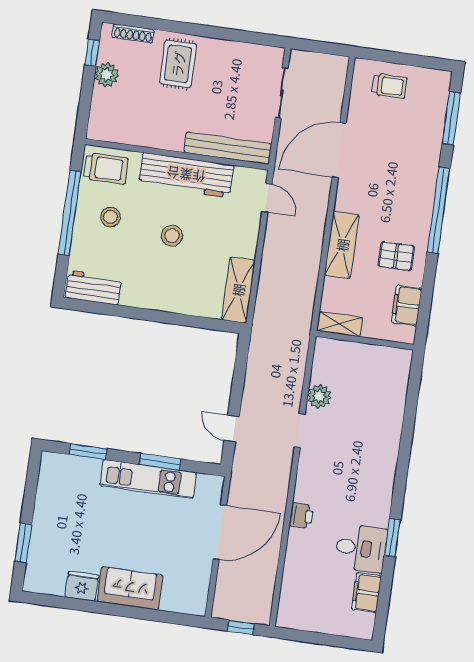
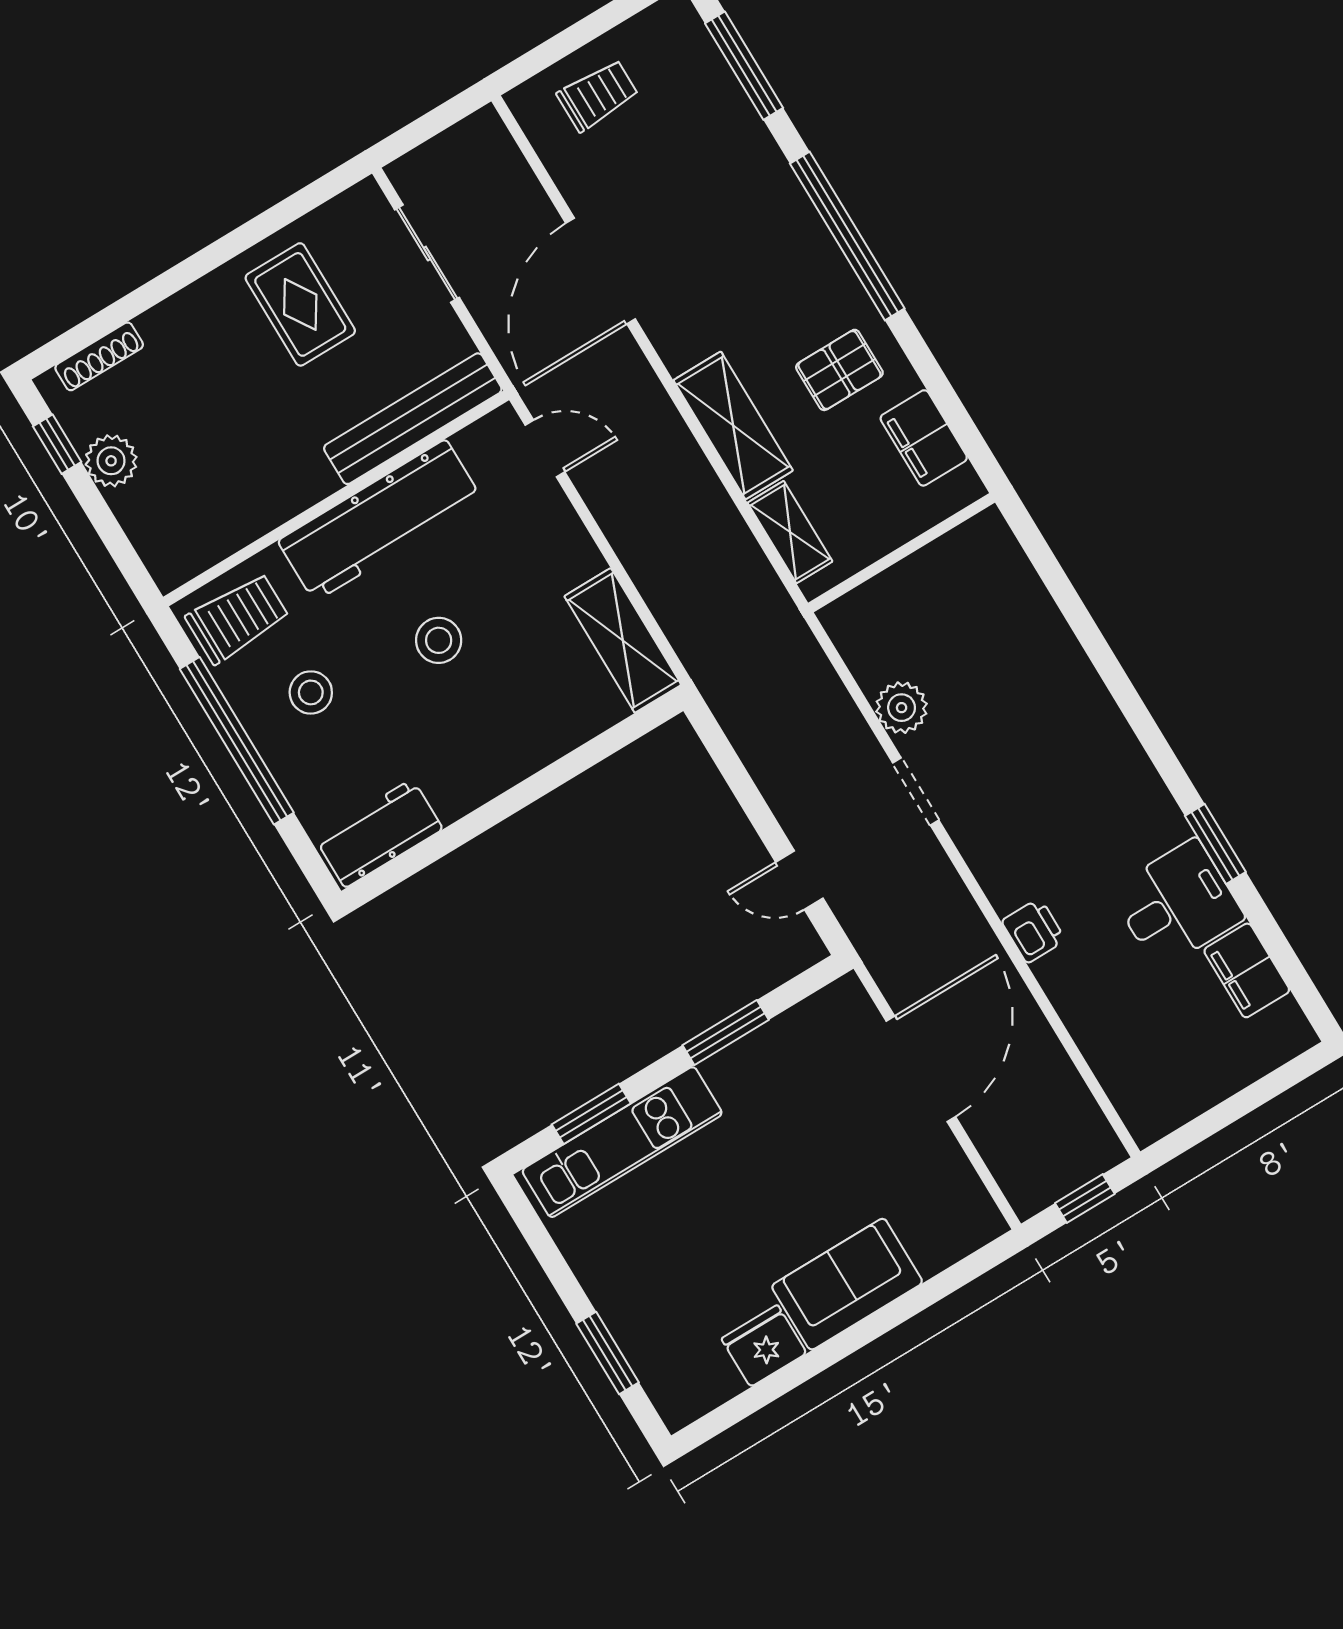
rug: (178, 64) -> (300, 304), moved
shelving: (340, 324) -> (790, 532), moved, turned 90
kitchen unit: (148, 479) -> (622, 1142), moved

